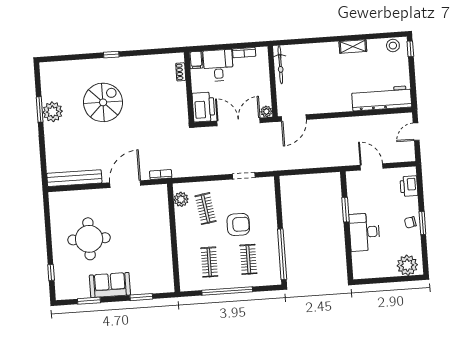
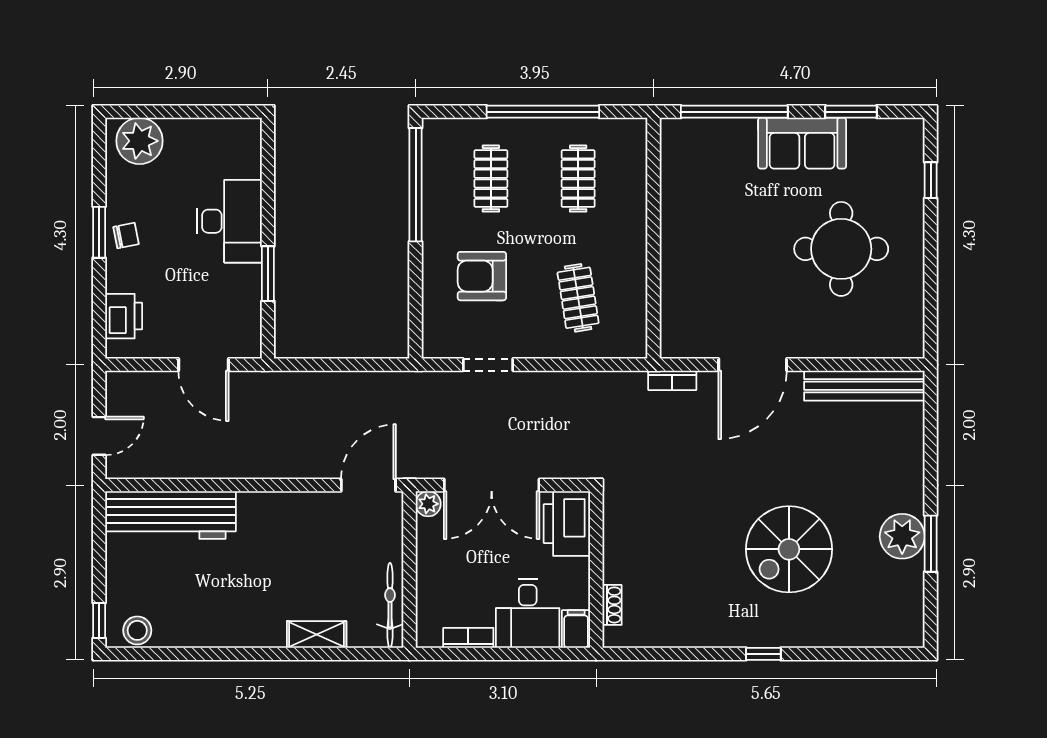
shelving: (353, 46) -> (317, 634), moved
plant: (181, 199) -> (631, 322), removed
armchair: (238, 224) -> (482, 276), moved
window: (141, 297) -> (734, 112), width x2.11

